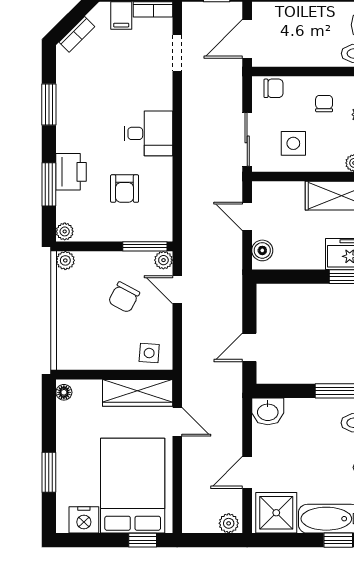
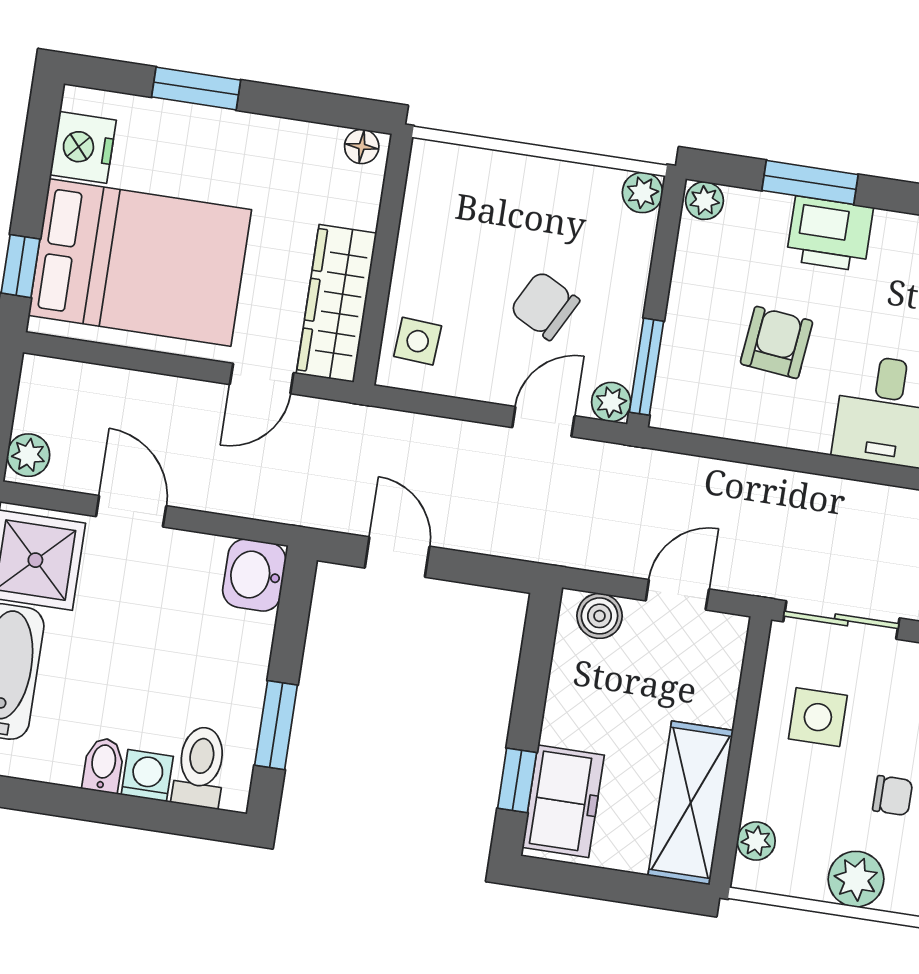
armchair: (125, 189) -> (776, 342), turned 96

